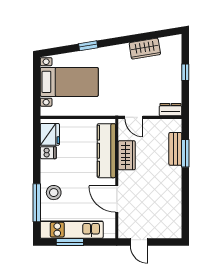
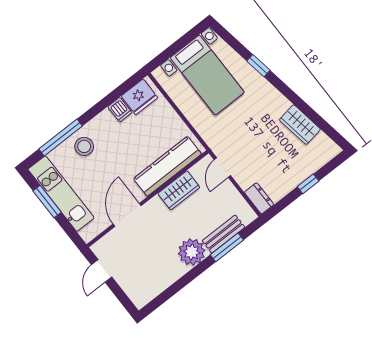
plant: (171, 177) -> (192, 252), added

